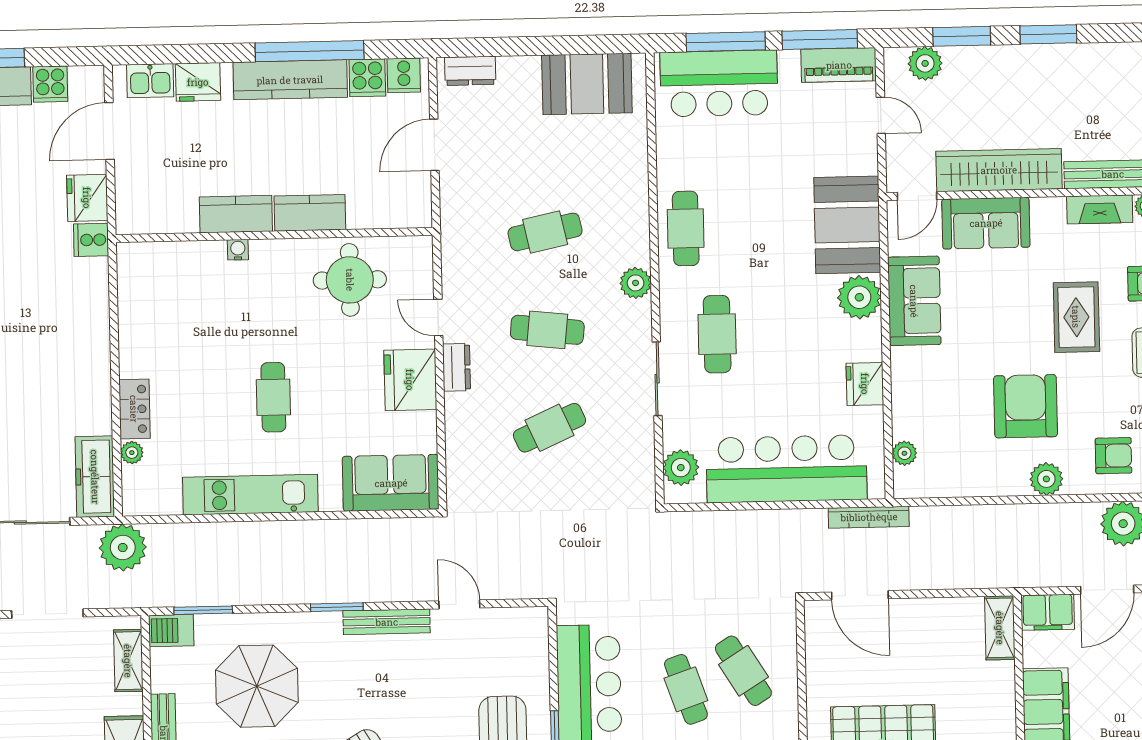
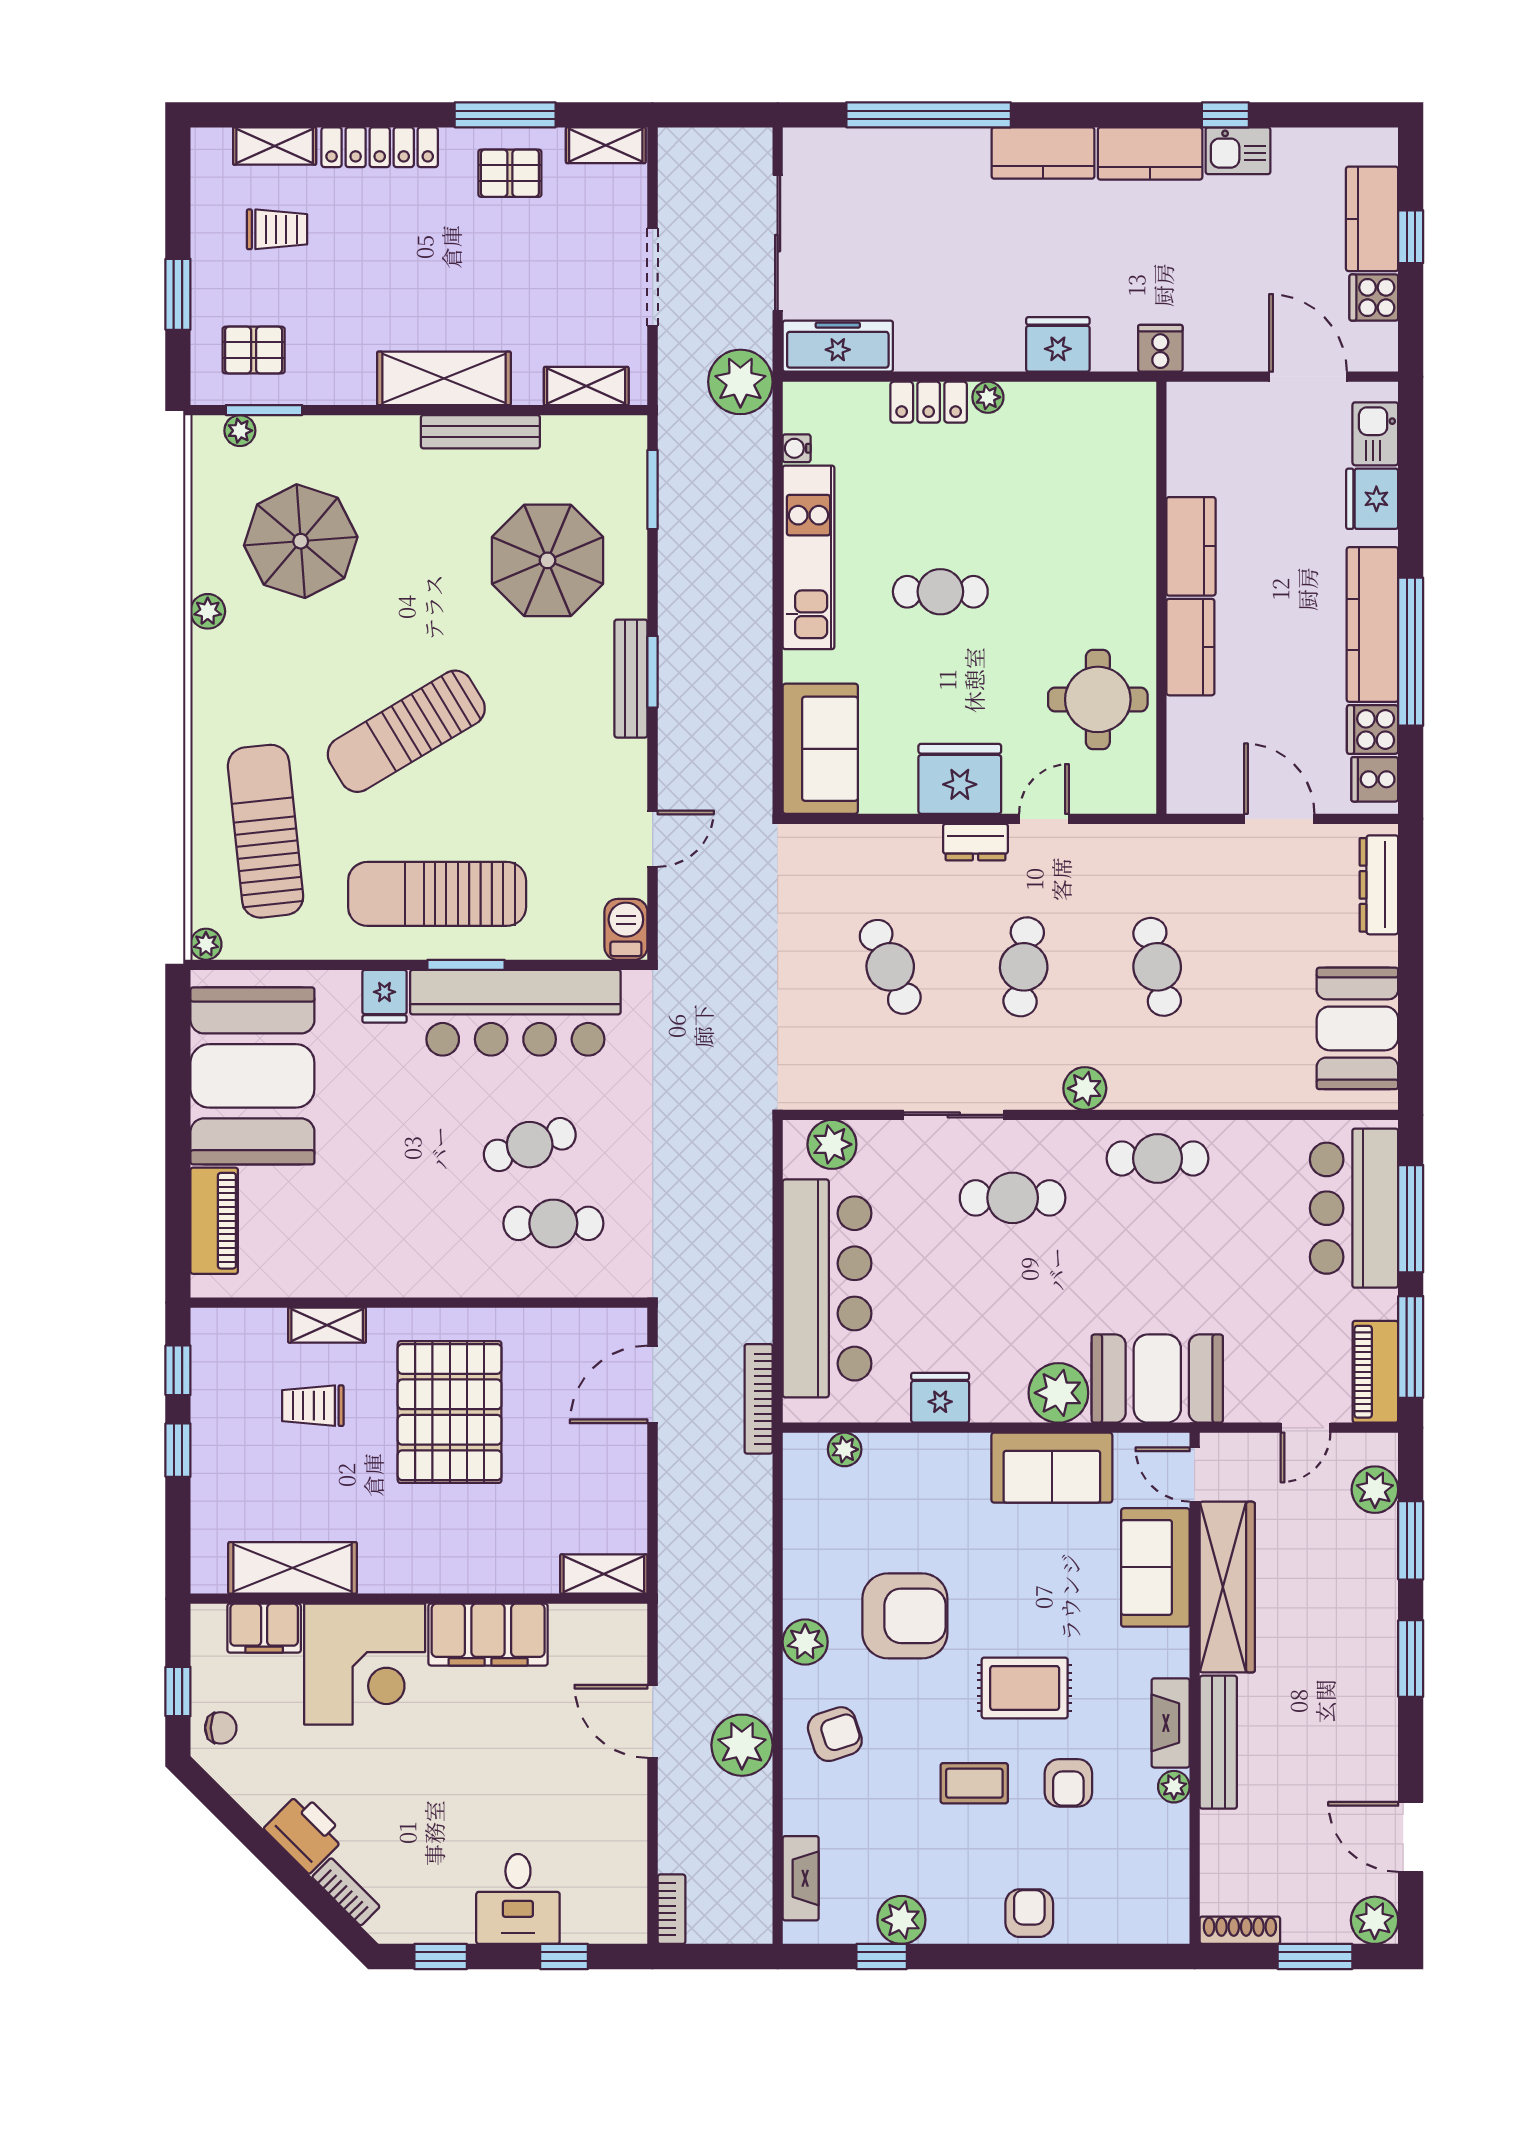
dresser: (470, 71) -> (1379, 885), width x1.44
fridge: (87, 198) -> (1058, 344), moved
water cooler: (238, 250) -> (797, 448), moved, turned 180
plant: (132, 453) -> (988, 397), moved
armchair: (1113, 456) -> (835, 1734), turned -108
filing cabinet: (1048, 612) -> (624, 1640), removed
bench: (387, 622) -> (631, 679), moved
barbecue: (171, 630) -> (626, 929), moved
cafe table: (743, 671) -> (553, 1223), turned 32

